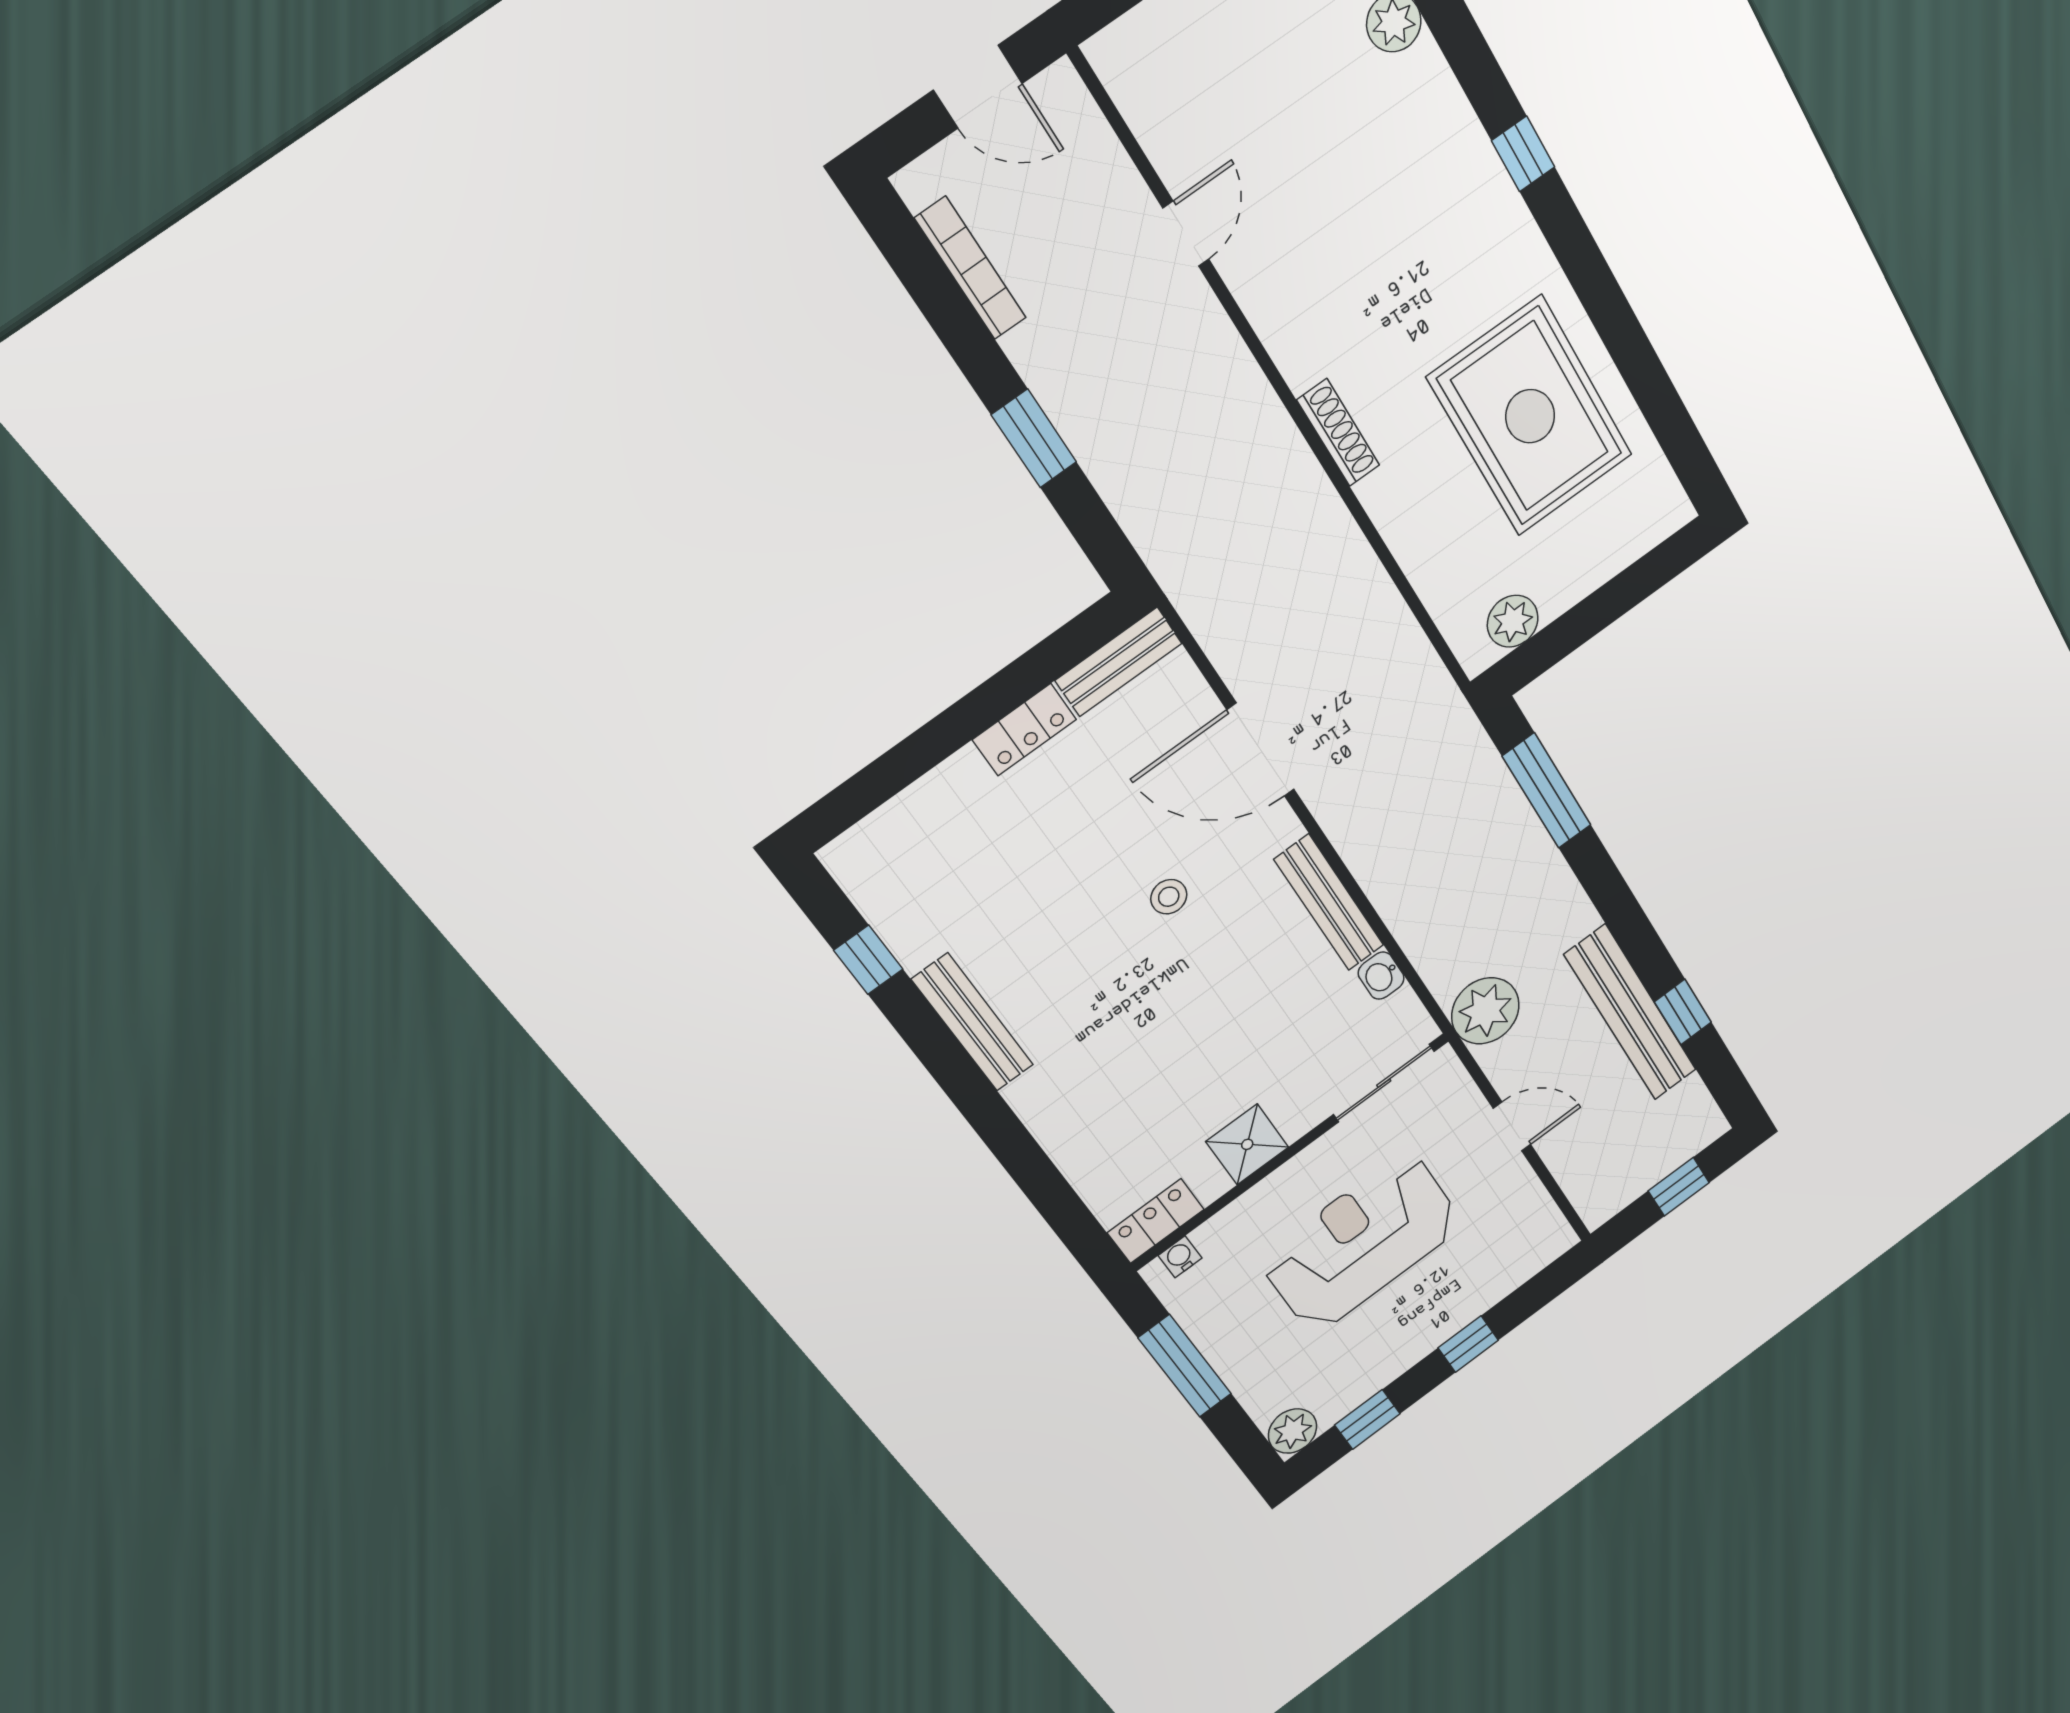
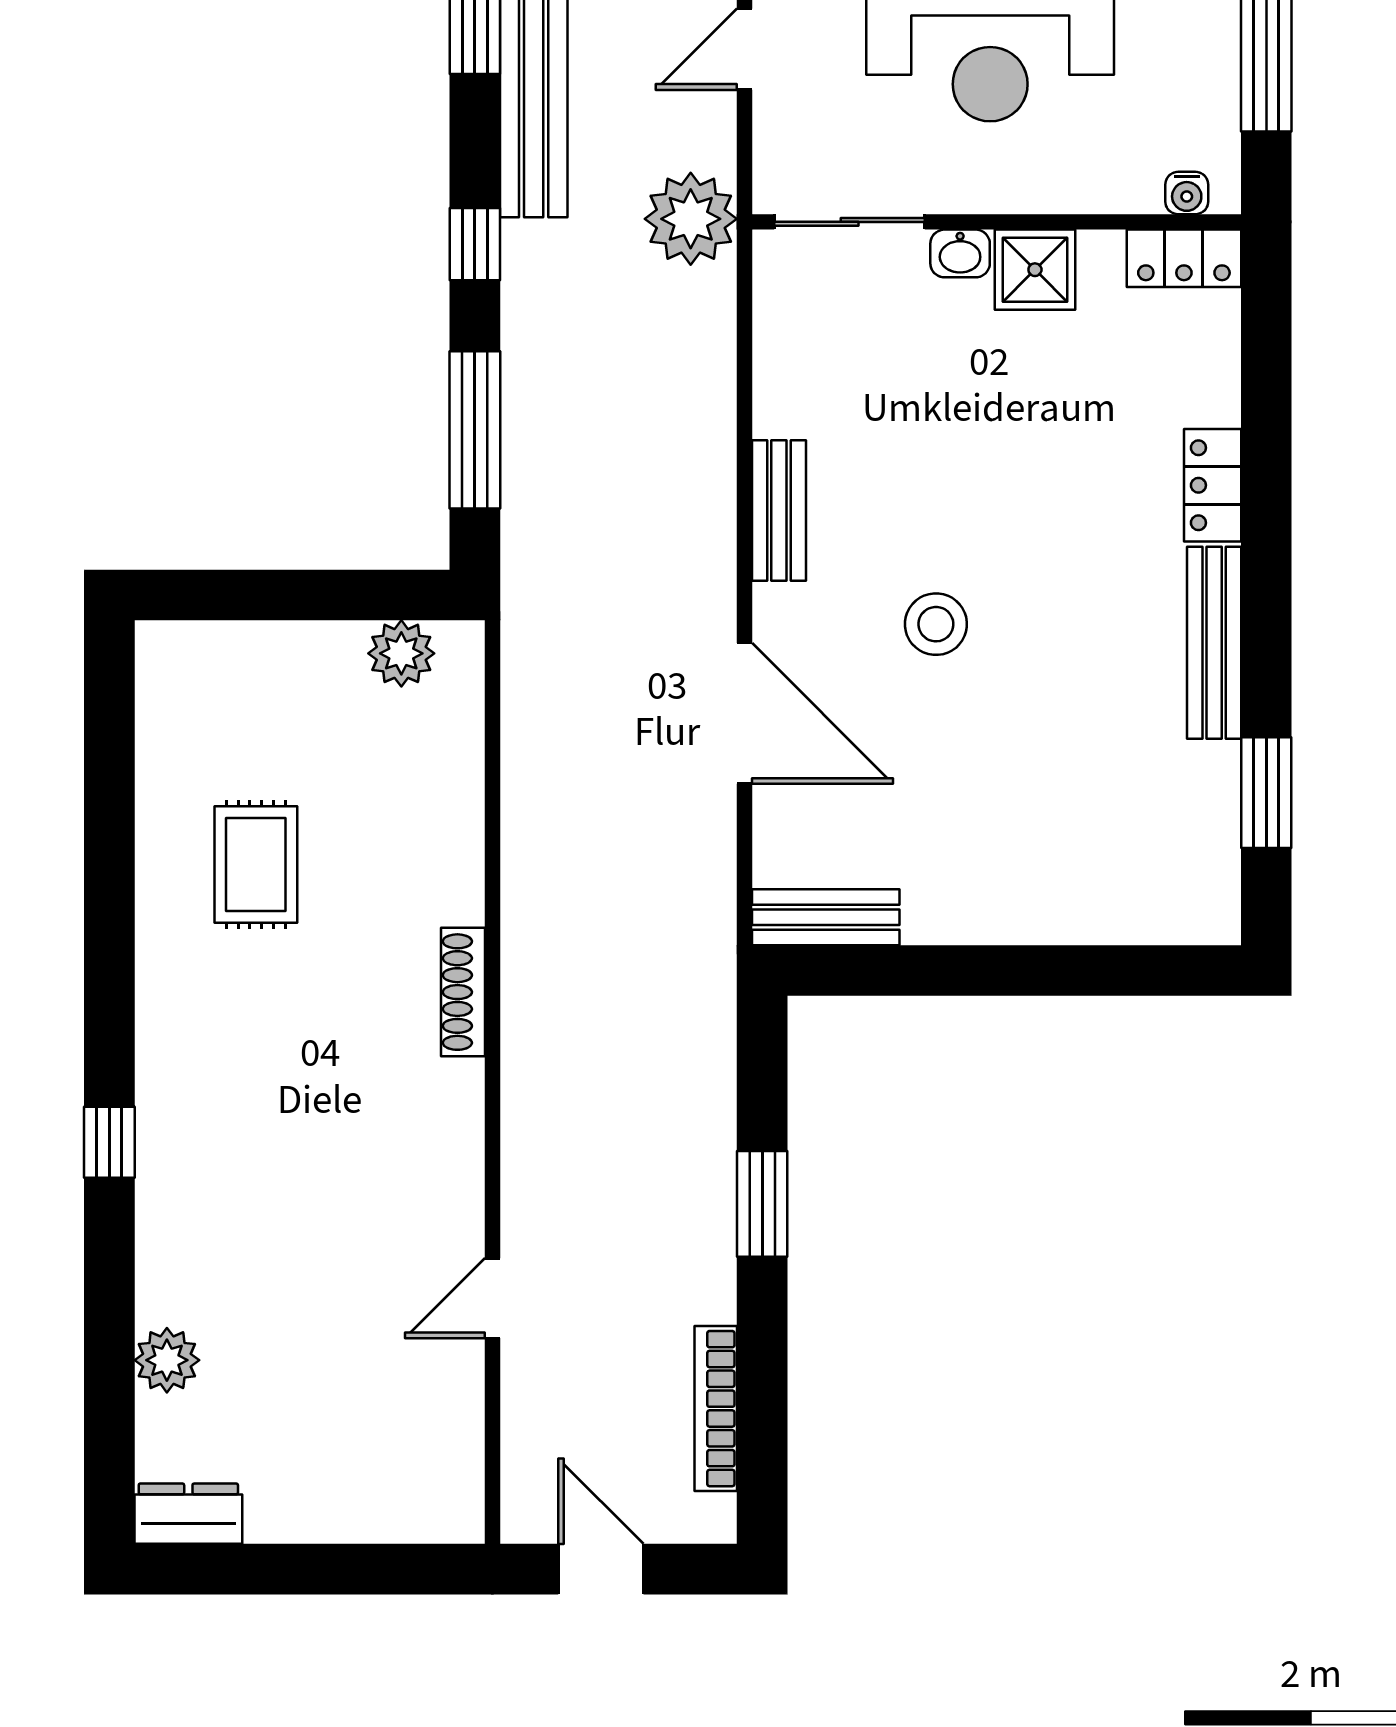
rug: (1530, 416) -> (256, 865), width x0.54, depth x0.49
locker: (1024, 730) -> (1213, 485), moved, turned -90
stool: (1169, 897) -> (936, 624), width x1.37, depth x1.37
window: (1612, 897) -> (475, 244), added
bench: (1329, 903) -> (779, 510), width x0.73
window: (868, 960) -> (1266, 793), width x1.50
washbasin: (1381, 976) -> (960, 253), moved, turned 90
door: (1512, 1126) -> (745, 49), hinge flipped

